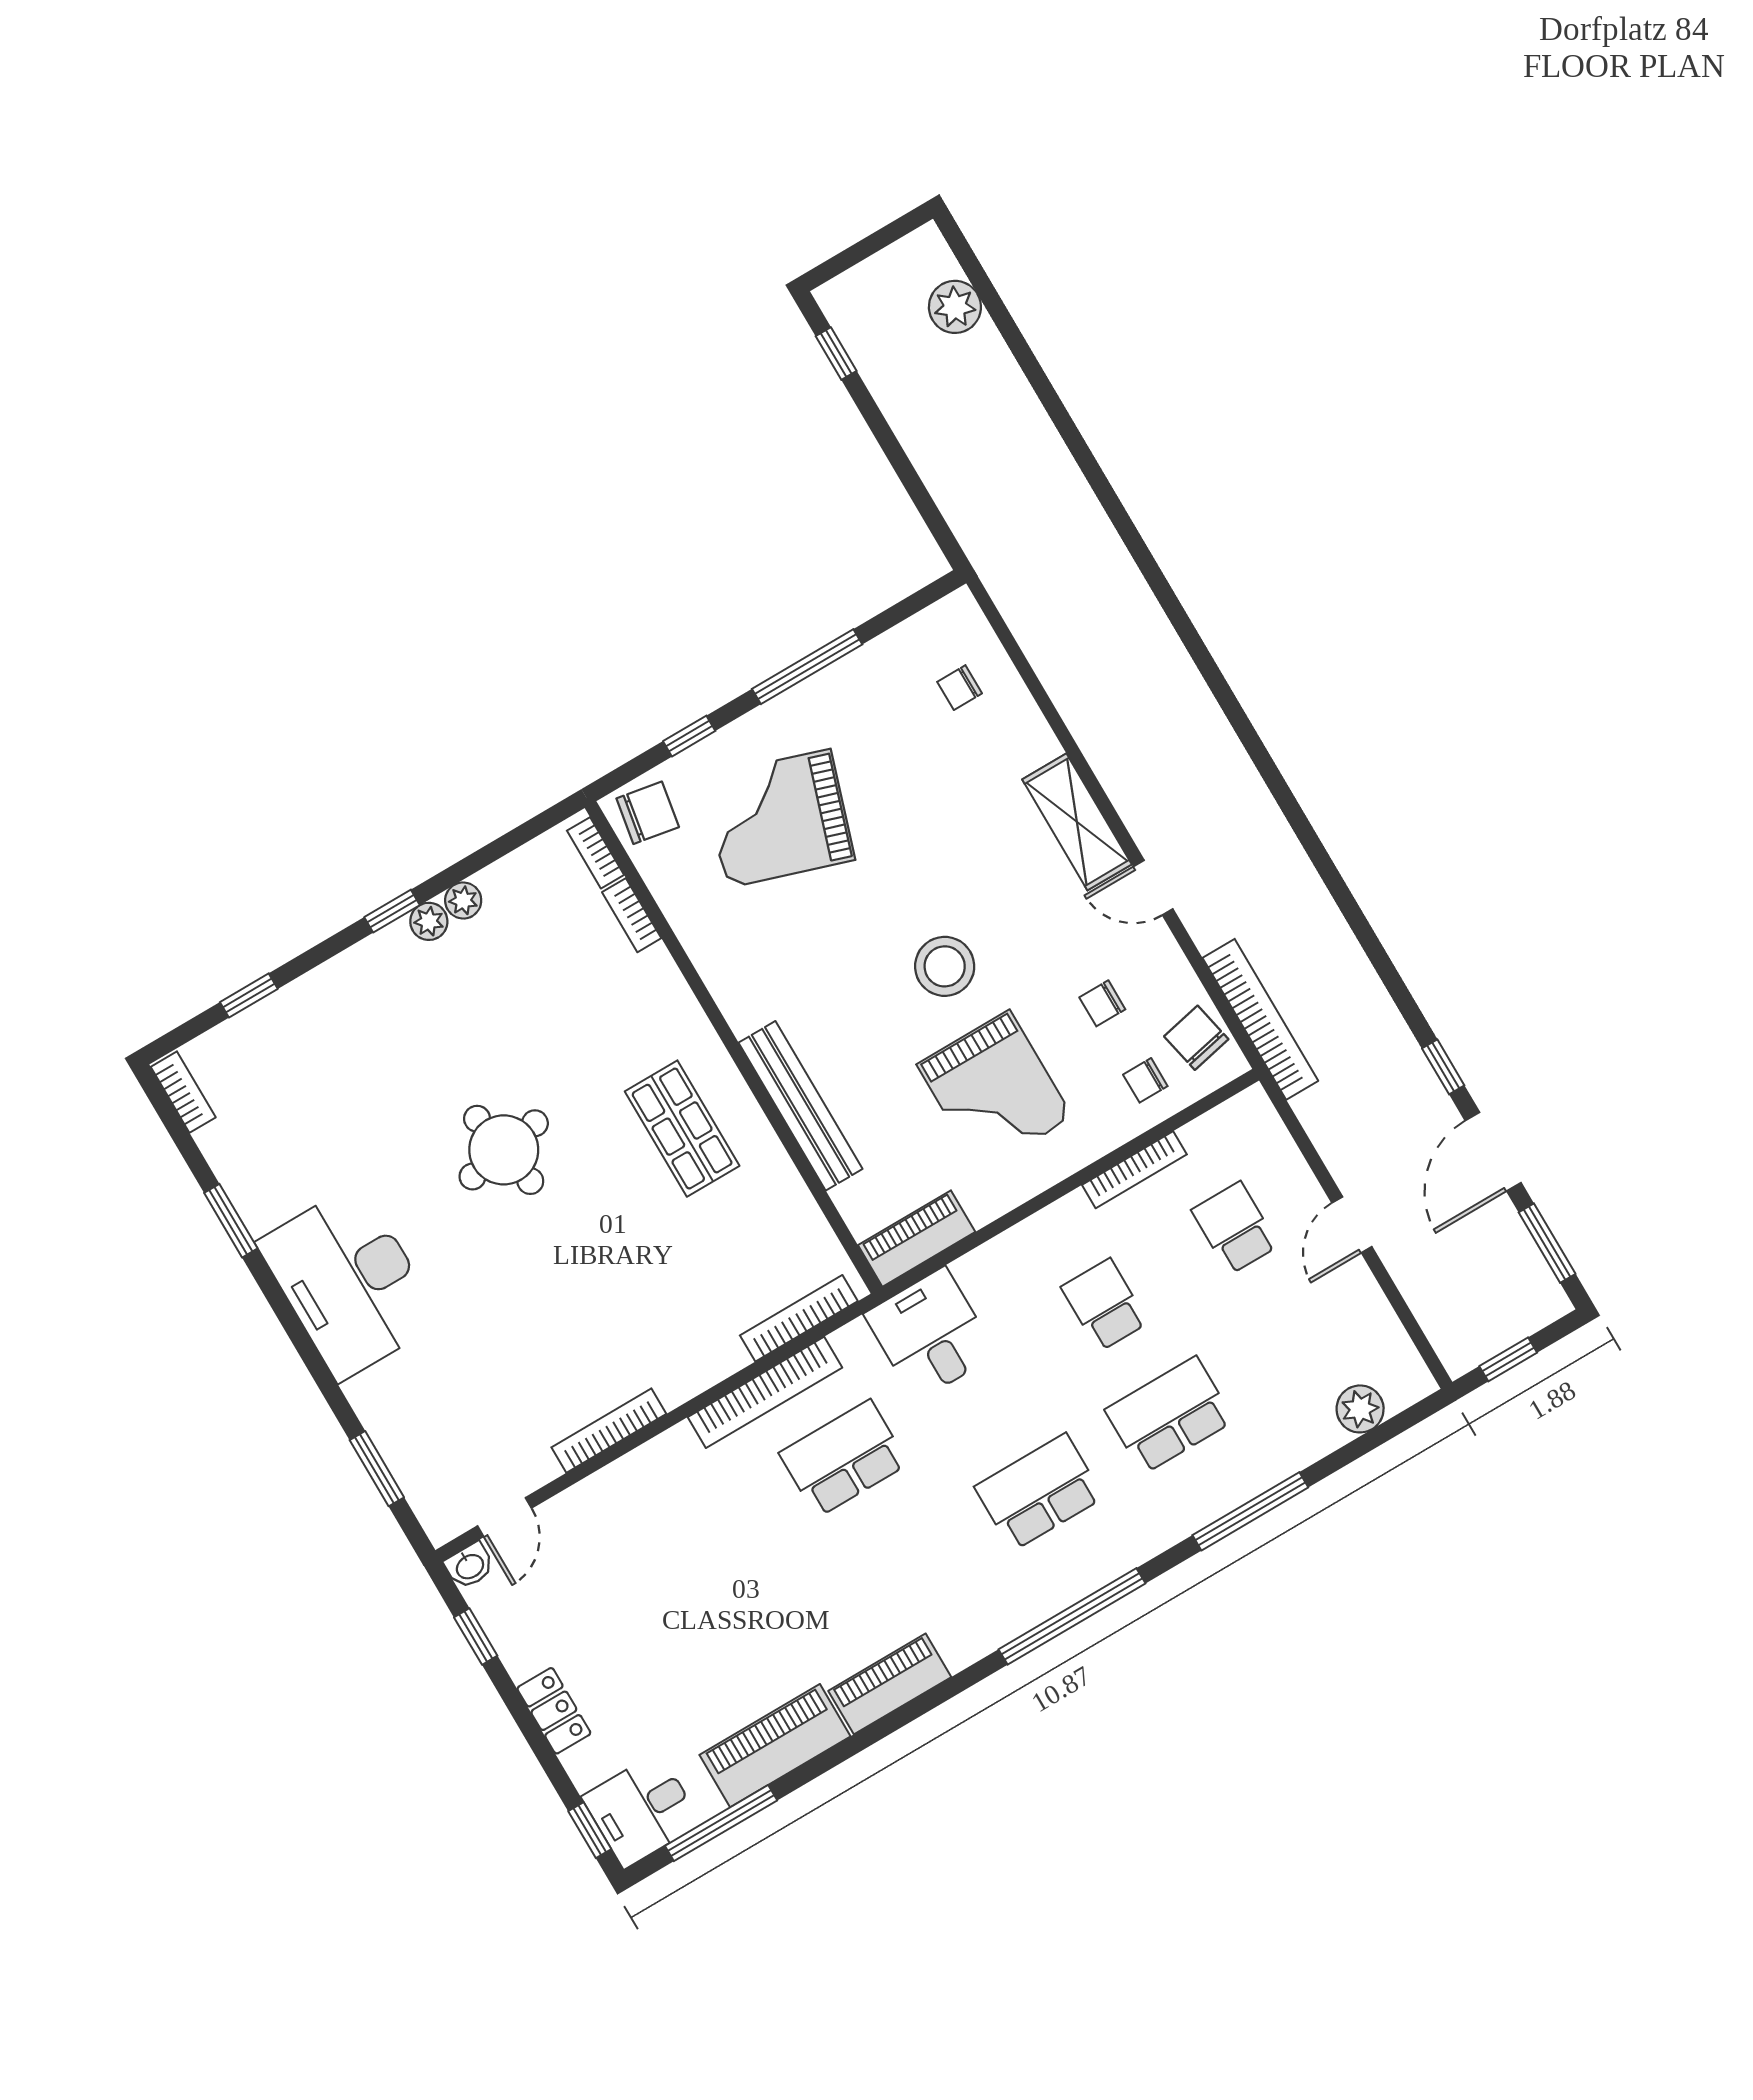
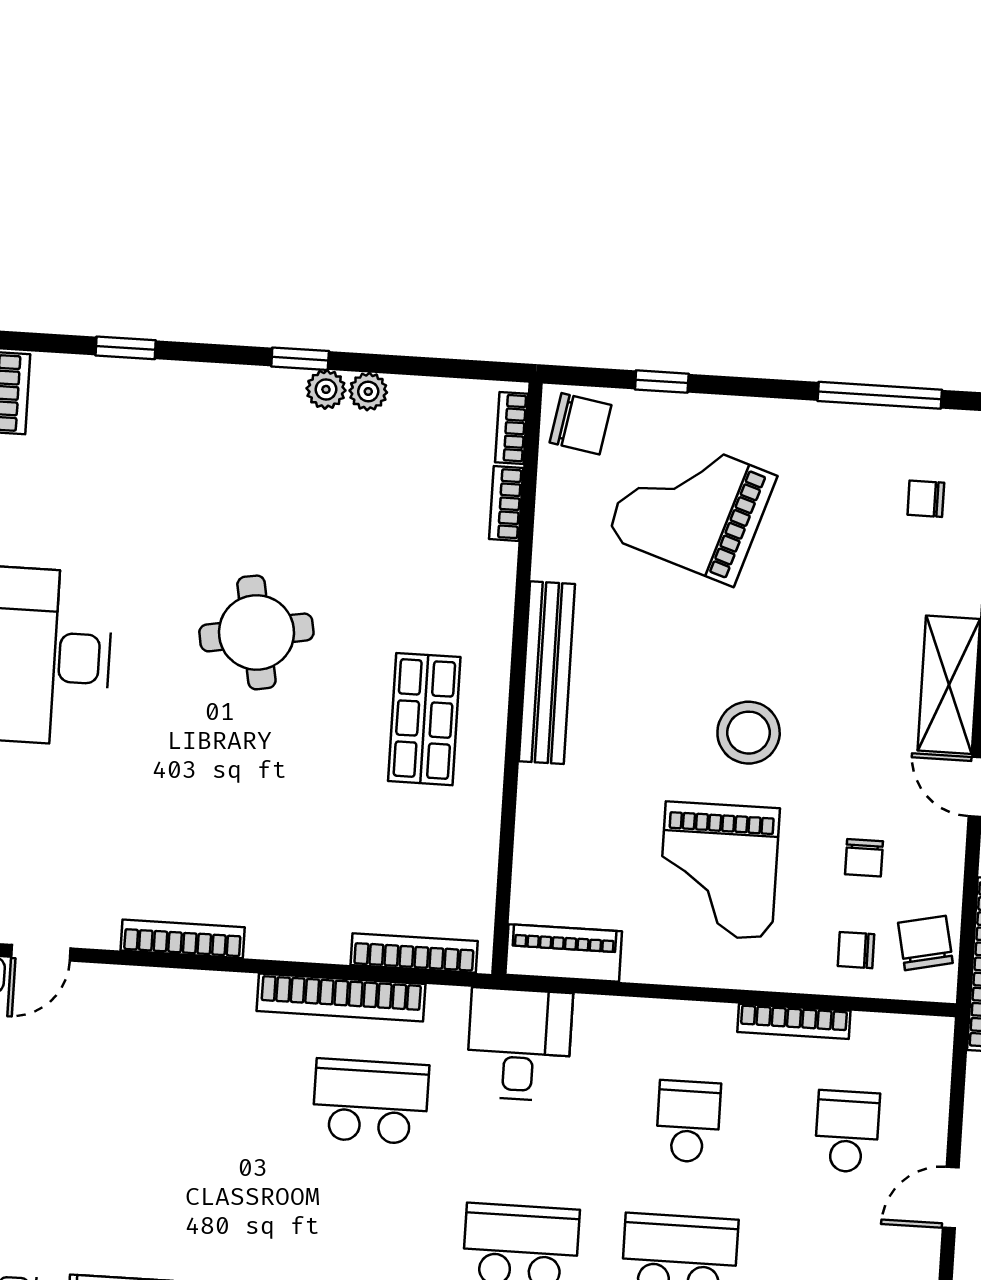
window: (807, 667) -> (880, 395), moved
chair: (1102, 1003) -> (864, 858), turned -90
bench: (800, 1106) -> (547, 673), moved

